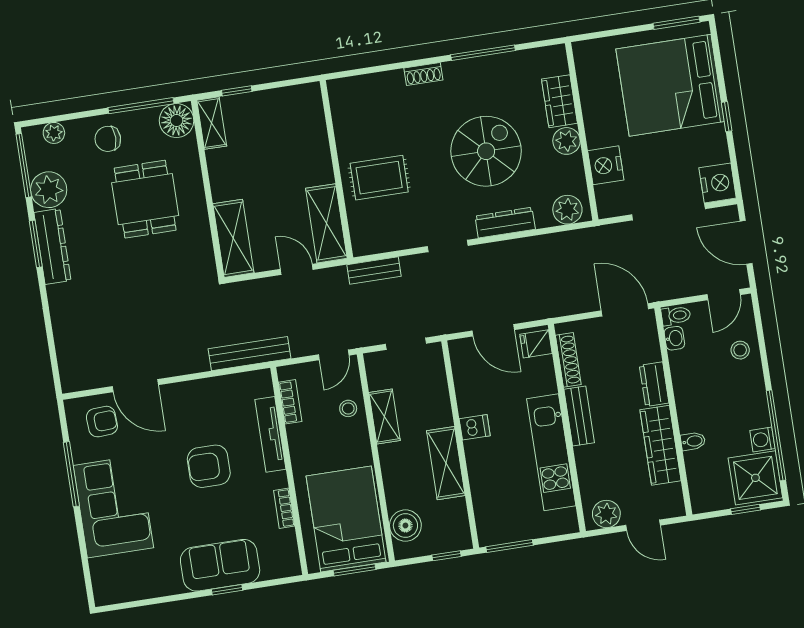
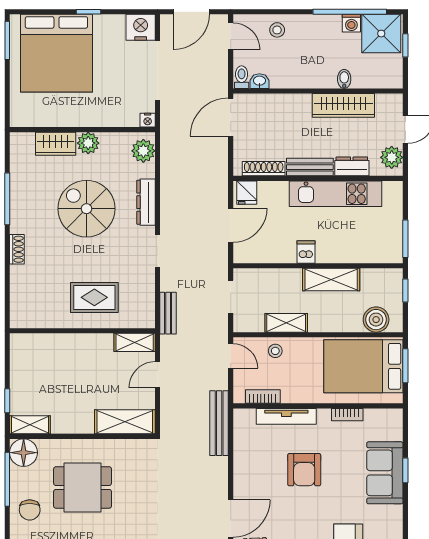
nightstand: (606, 165) -> (148, 120), moved, width x0.53, depth x0.56
rug: (379, 178) -> (94, 297), turned 90
shelving: (326, 223) -> (135, 342), width x0.67, depth x0.75
dresser: (654, 384) -> (352, 166), moved, turned 180

